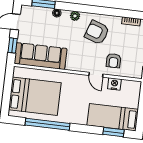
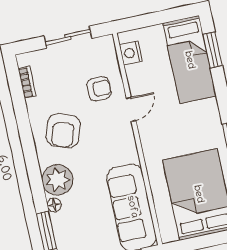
plant: (75, 16) -> (57, 180), width x1.87, depth x1.87
nightstand: (114, 84) -> (131, 53), moved

